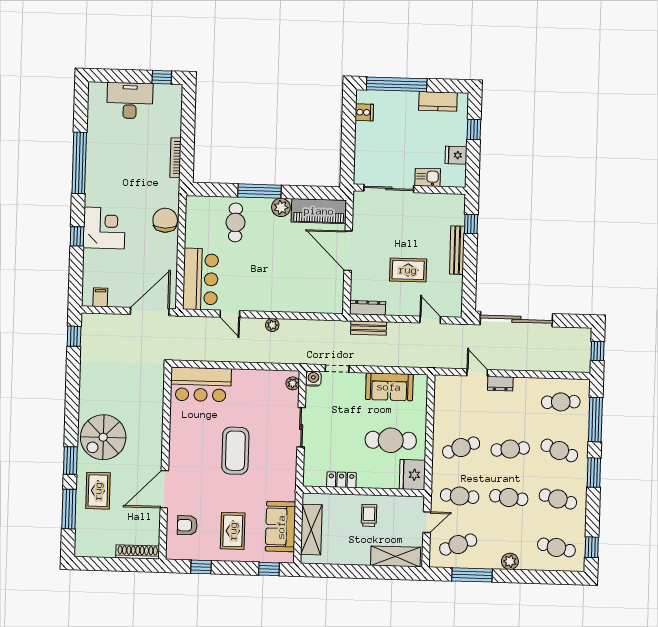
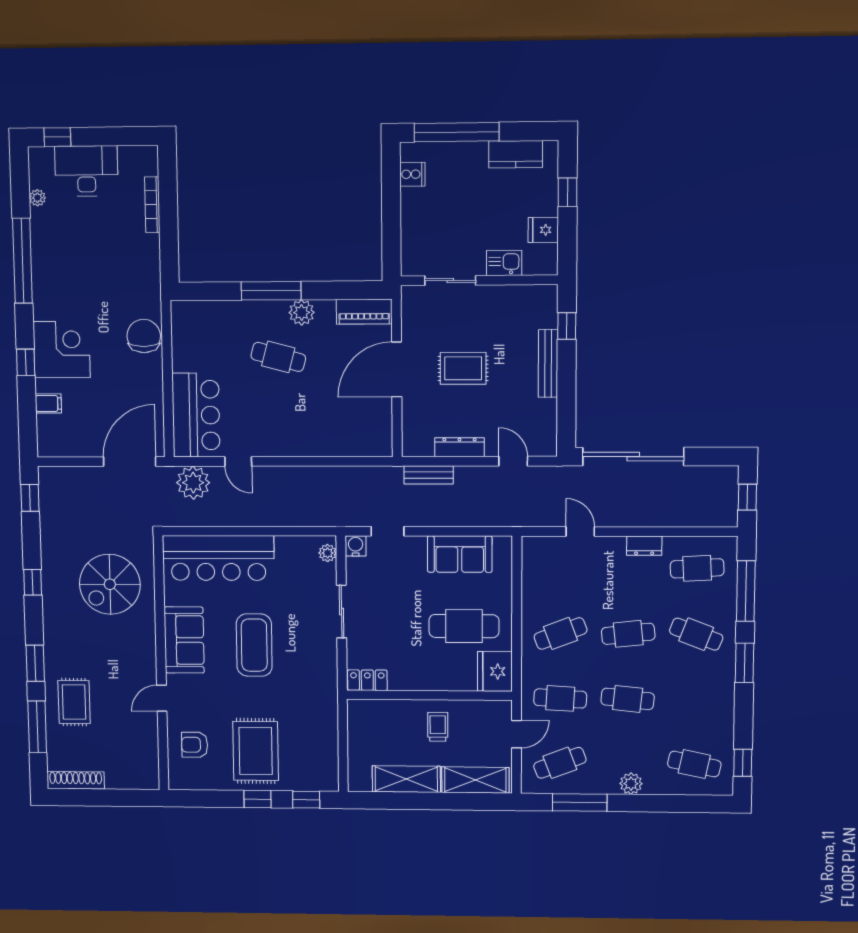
window: (162, 77) -> (57, 137), moved
plant: (93, 118) -> (37, 198), added
bookcase: (175, 158) -> (152, 205), moved
sliding door: (389, 188) -> (450, 281), width x0.73
piano: (319, 211) -> (364, 312), width x0.73, depth x0.75
cafe table: (235, 222) -> (278, 357), moved, turned -75
door: (348, 251) -> (397, 369), hinge flipped
rug: (408, 270) -> (463, 368), moved
filing cabinet: (100, 297) -> (48, 403), moved, turned 90
dresser: (368, 308) -> (459, 447), moved
plant: (272, 325) -> (193, 483), moved, width x1.88, depth x1.88
bar counter: (201, 384) -> (218, 558), width x1.36
dresser: (500, 384) -> (644, 546), moved
window: (72, 399) -> (33, 582), added
spiral stairs: (103, 437) -> (110, 584), moved
locker: (341, 480) -> (367, 680), moved
door: (164, 489) -> (162, 698), width x0.53
cafe table: (558, 499) -> (695, 699), removed
sofa: (281, 527) -> (184, 640), moved, turned 180
shelving: (311, 530) -> (406, 779), moved, turned 90
rug: (233, 531) -> (256, 751), width x1.36, depth x1.43
shoe rack: (138, 552) -> (76, 780), moved
window: (201, 567) -> (257, 799), moved

